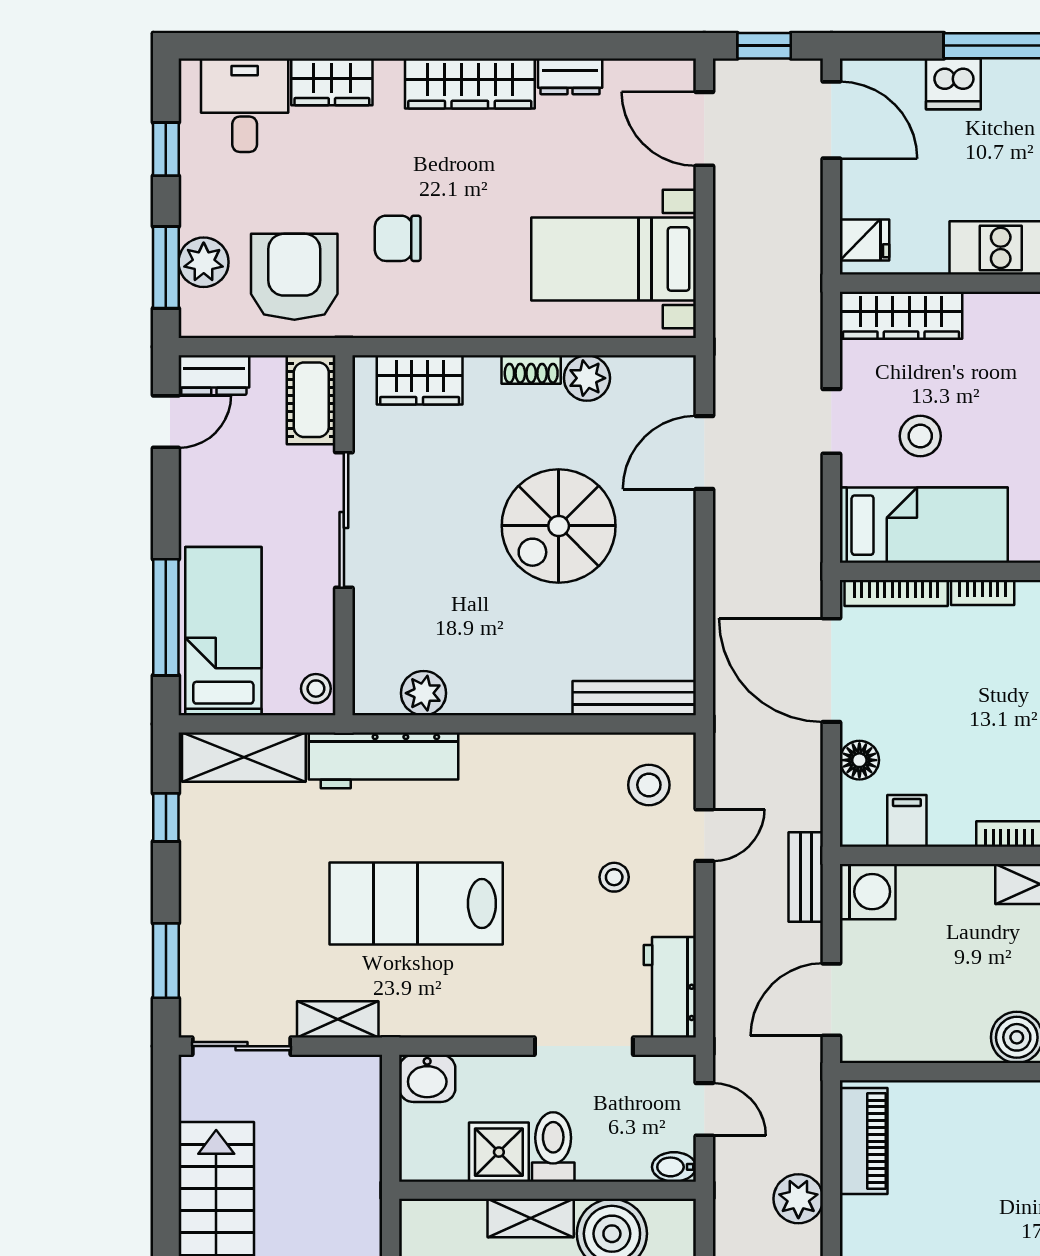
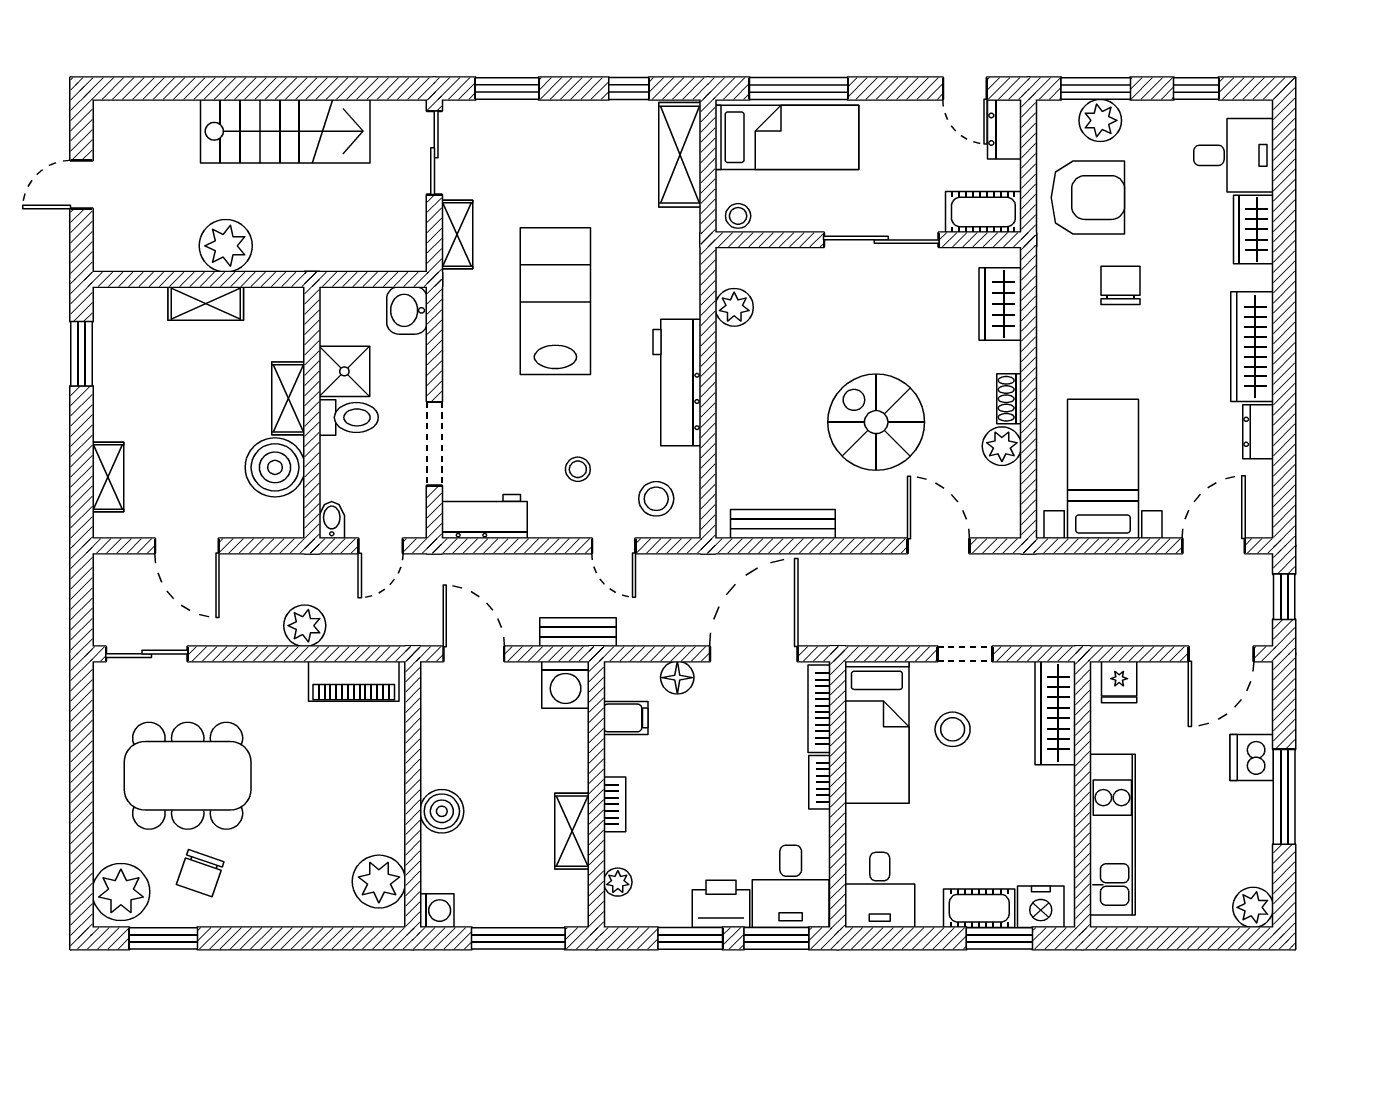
bench: (634, 698) -> (783, 524), moved, turned 90
workbench: (383, 760) -> (677, 382), moved

